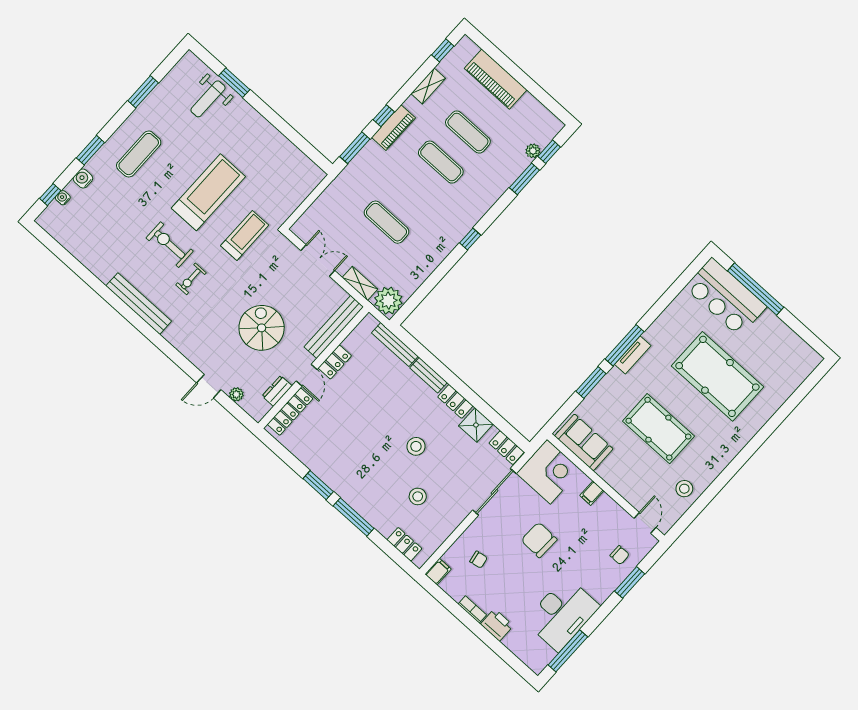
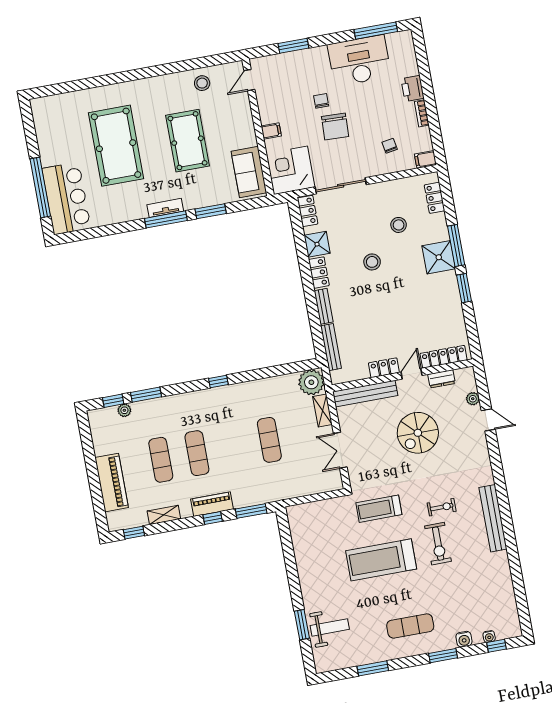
shower: (361, 495) -> (439, 257), added
chair: (620, 555) -> (321, 101), moved

